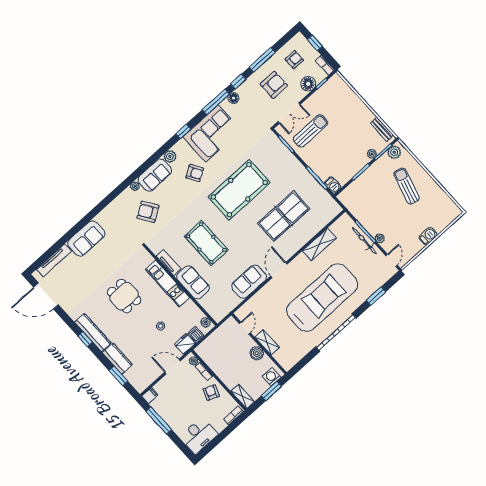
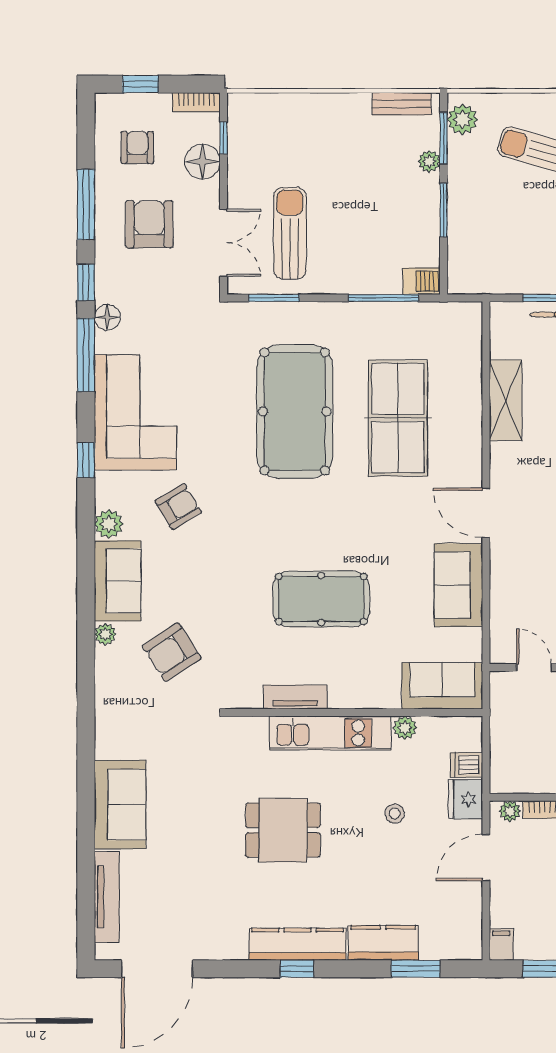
pool table: (239, 190) -> (295, 411), moved
sofa: (193, 282) -> (442, 686), moved
plant: (206, 322) -> (405, 728), moved

